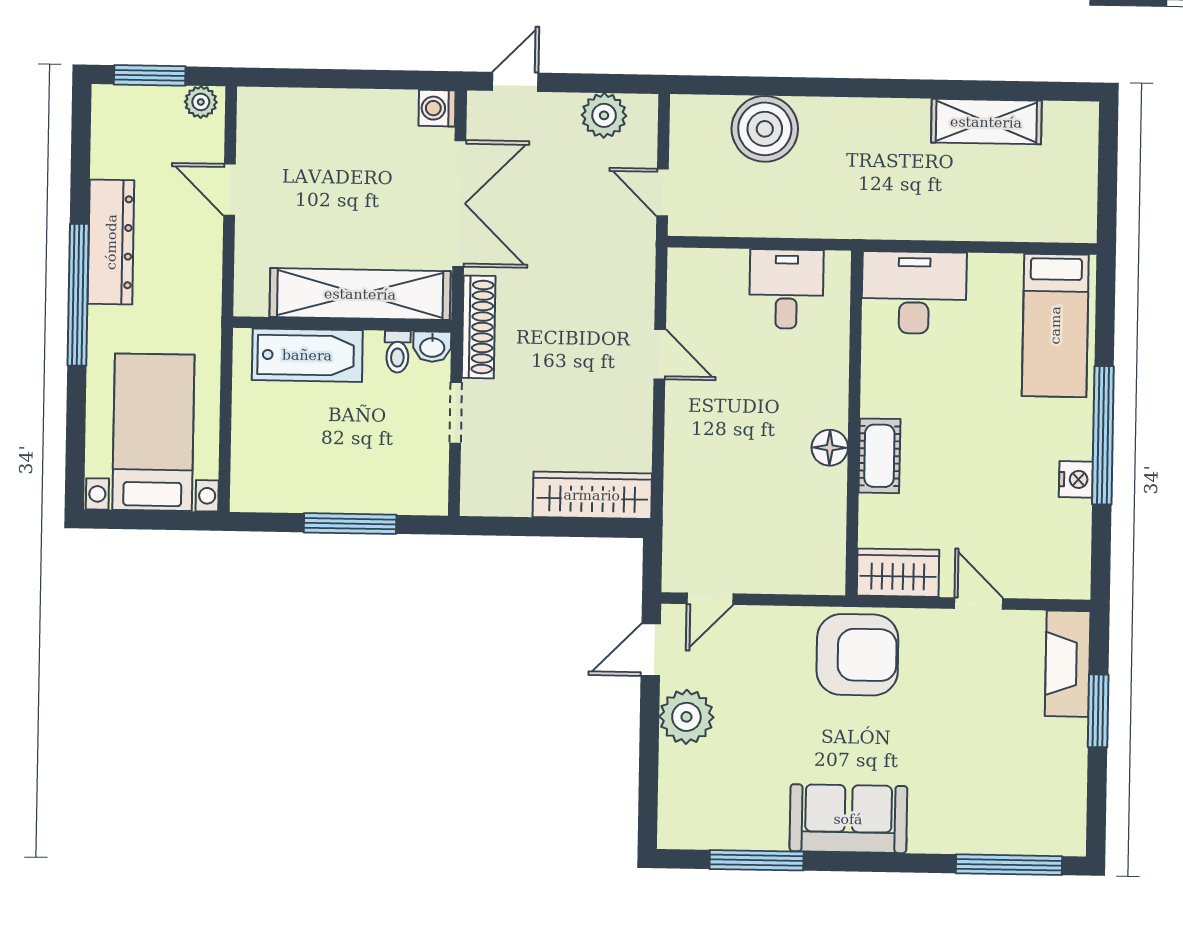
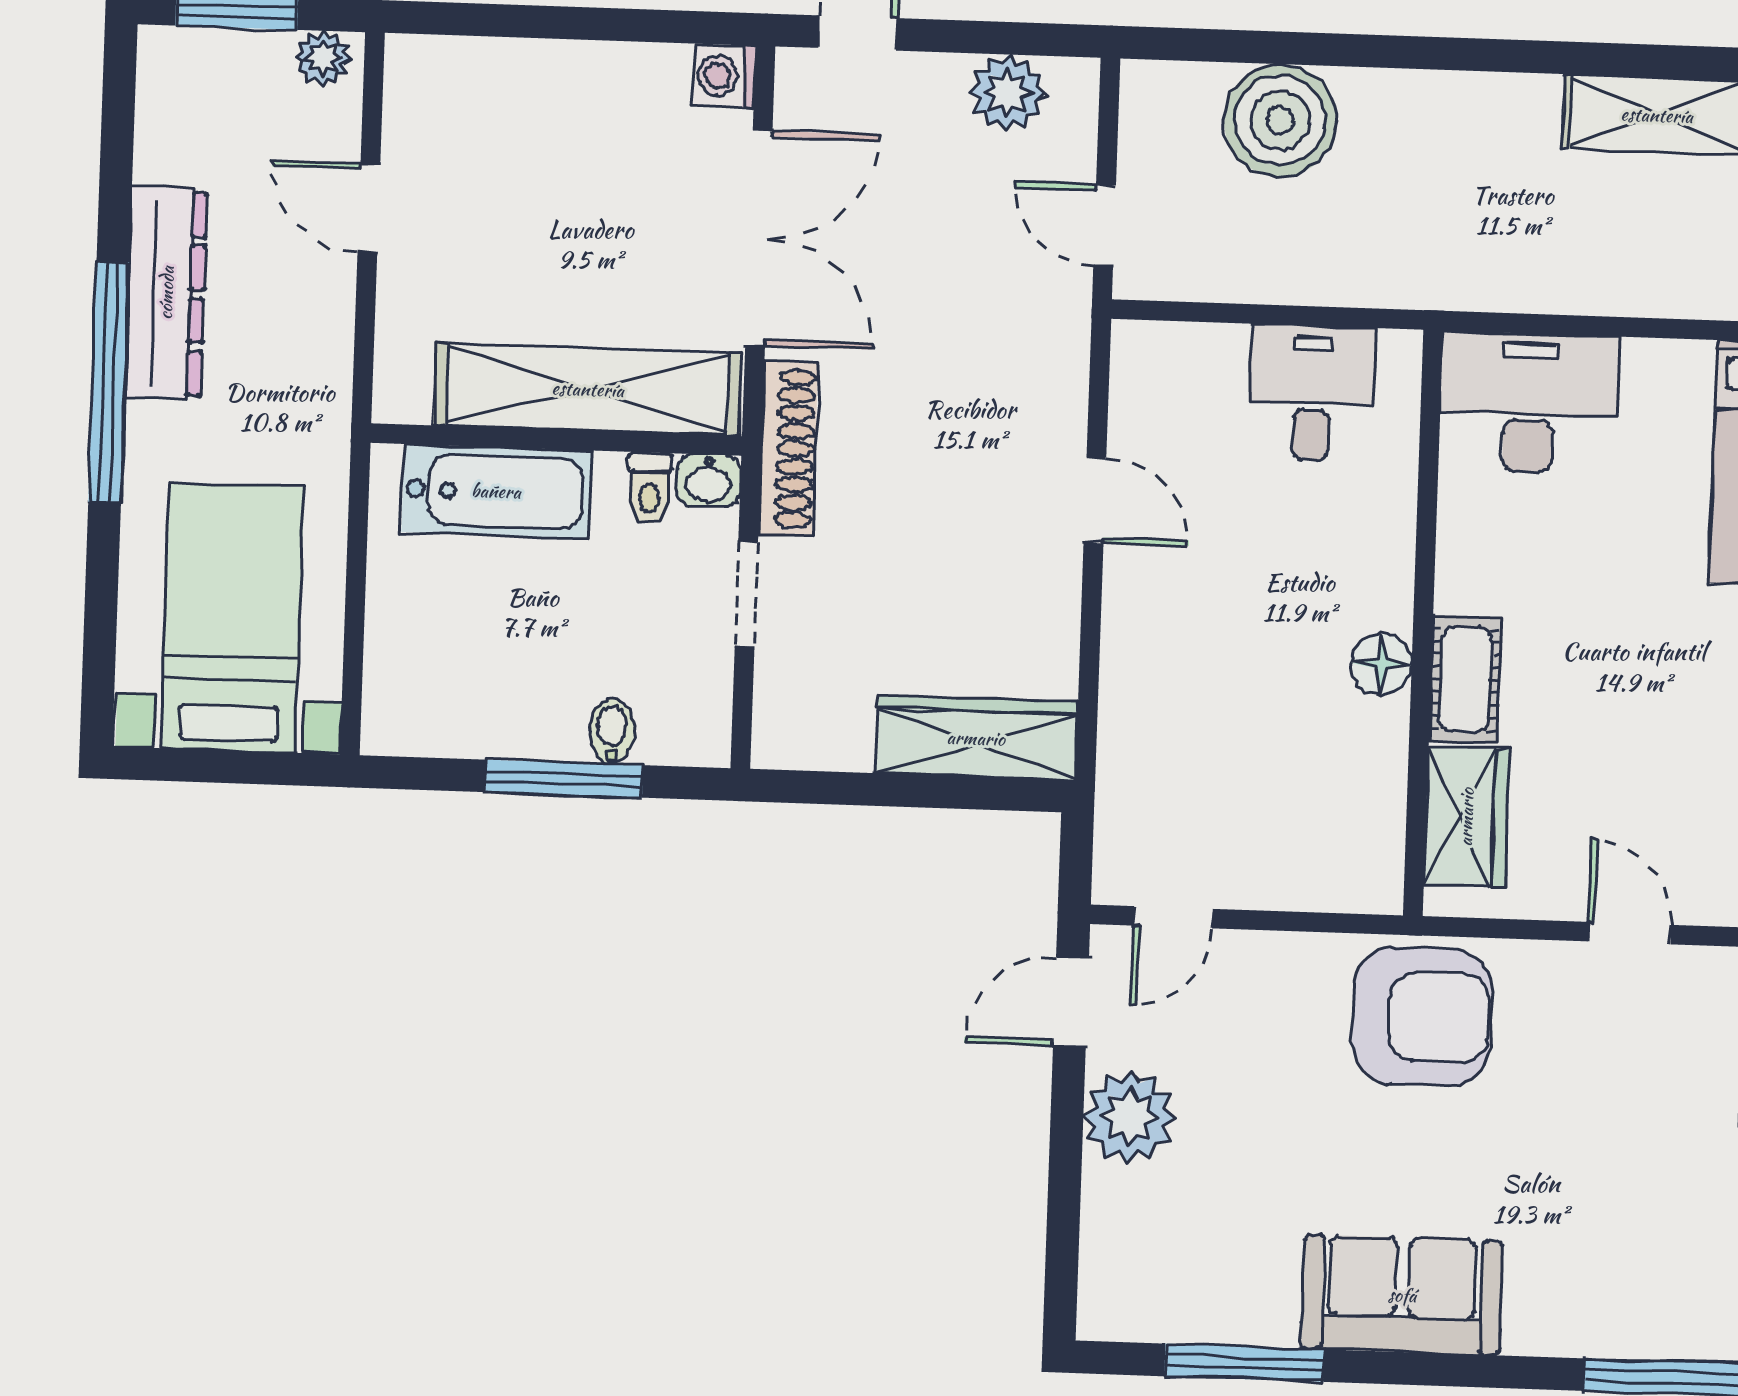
bidet: (378, 495) -> (612, 731), added
wardrobe: (898, 573) -> (1466, 817), moved, turned 90

